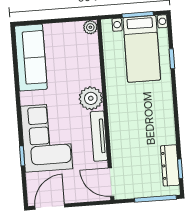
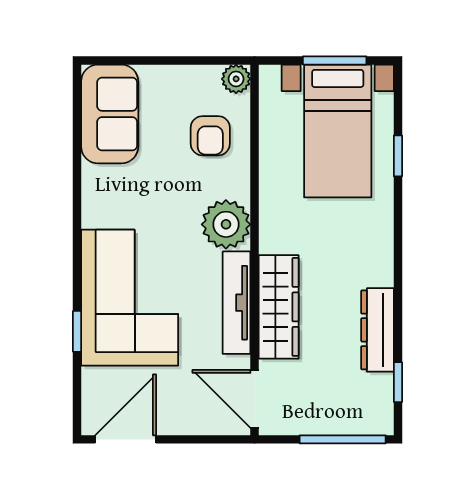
armchair: (80, 56) -> (210, 136), added
sofa: (31, 58) -> (110, 114), width x0.73
wardrobe: (119, 137) -> (279, 307), added
dresser: (170, 165) -> (377, 330), moved

